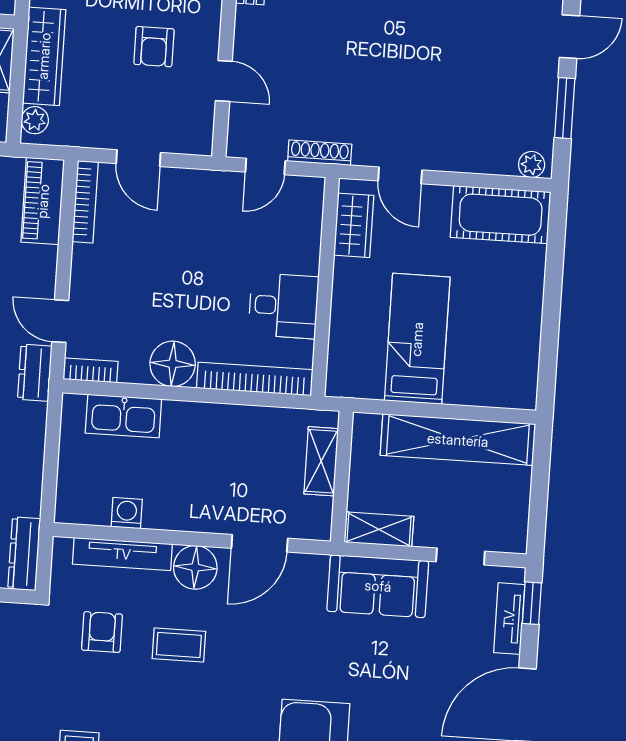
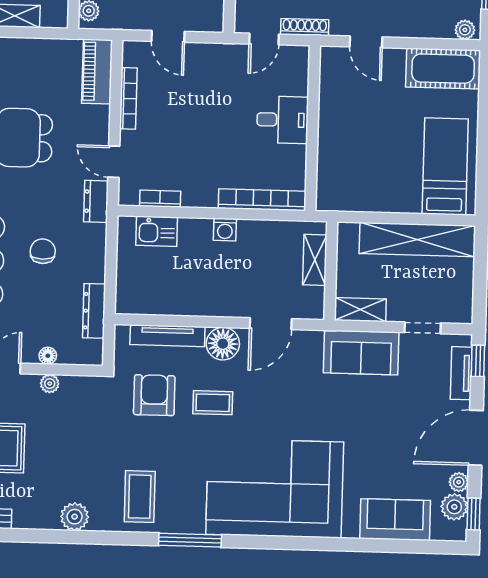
bookcase: (85, 202) -> (128, 98), moved
wardrobe: (354, 225) -> (332, 81), removed
desk: (284, 306) -> (283, 120), moved
bed: (417, 339) -> (445, 166), moved
floor lamp: (173, 364) -> (200, 191), removed
bookcase: (91, 370) -> (160, 199), moved
kitchen sink: (123, 416) -> (157, 231), width x0.73
washing machine: (127, 513) -> (225, 230), moved, turned 180
dresser: (24, 554) -> (94, 311), moved
armchair: (102, 632) -> (154, 395), width x1.38, depth x1.38

